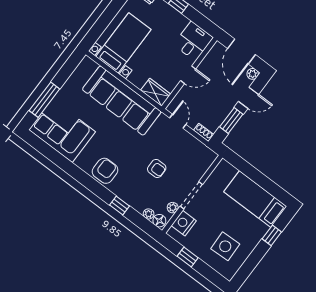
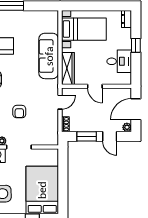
desk: (193, 41) -> (119, 61), moved
wardrobe: (156, 92) -> (68, 68), width x1.50
sofa: (122, 101) -> (49, 56), width x0.74, depth x0.79
bed: (255, 199) -> (42, 190), width x1.50

